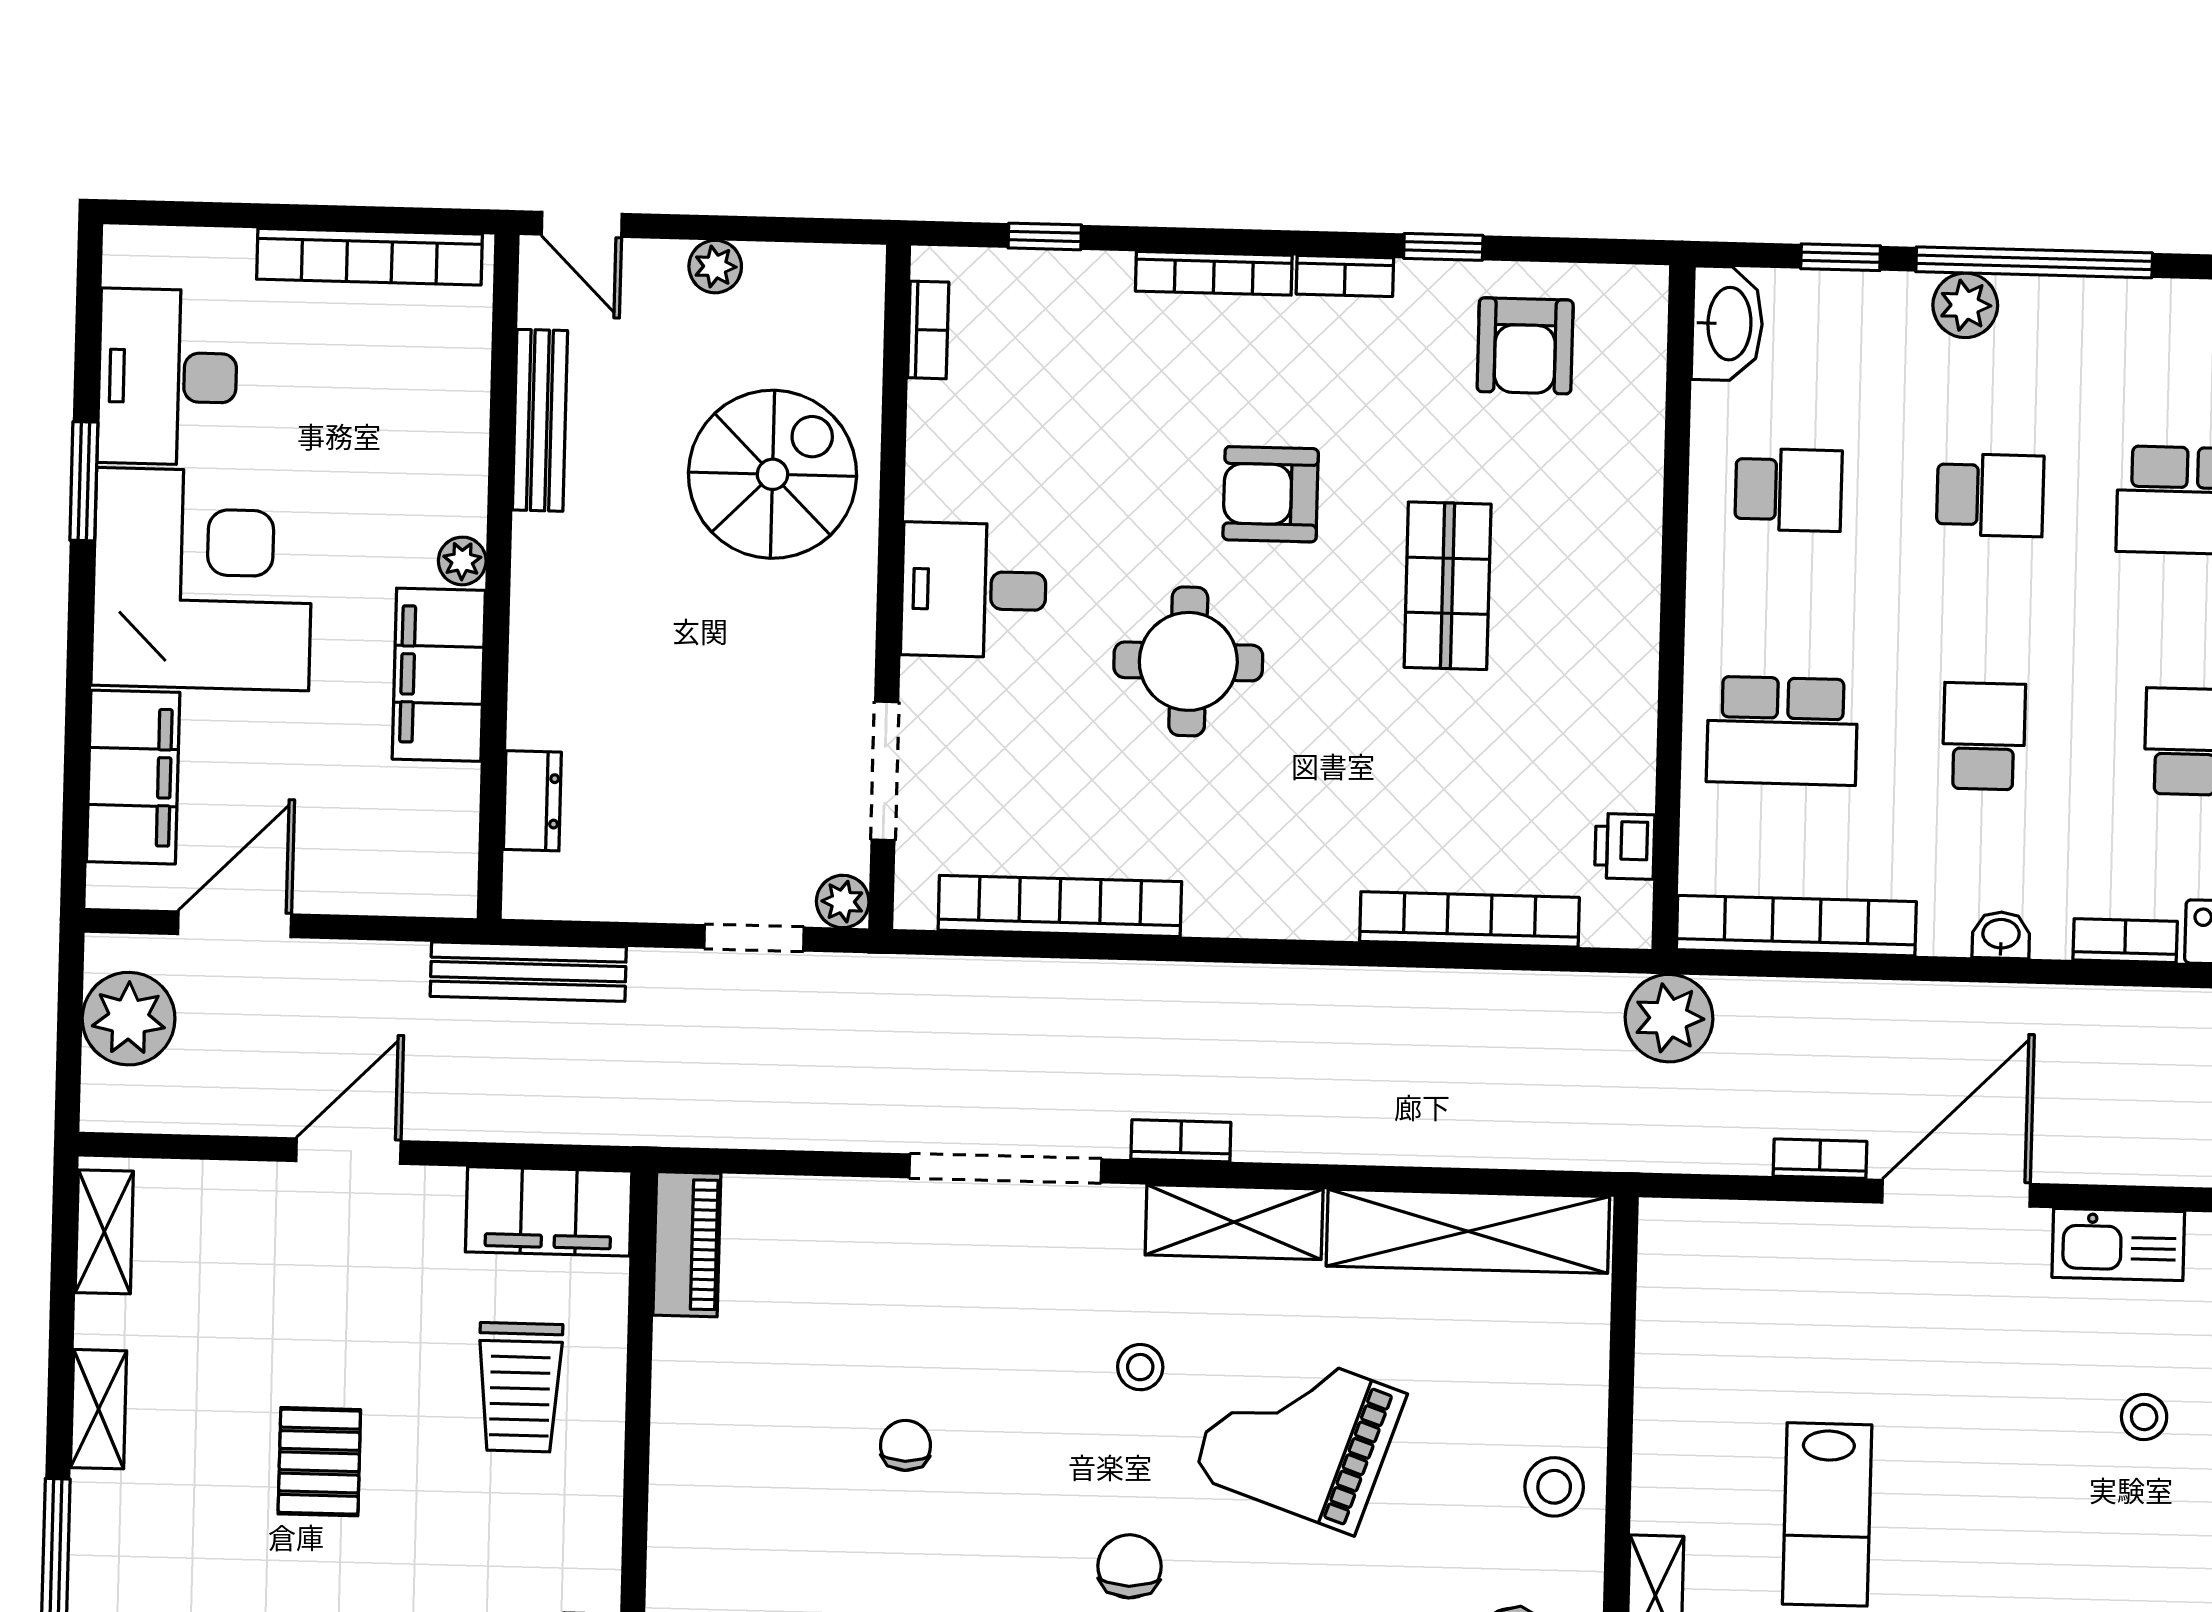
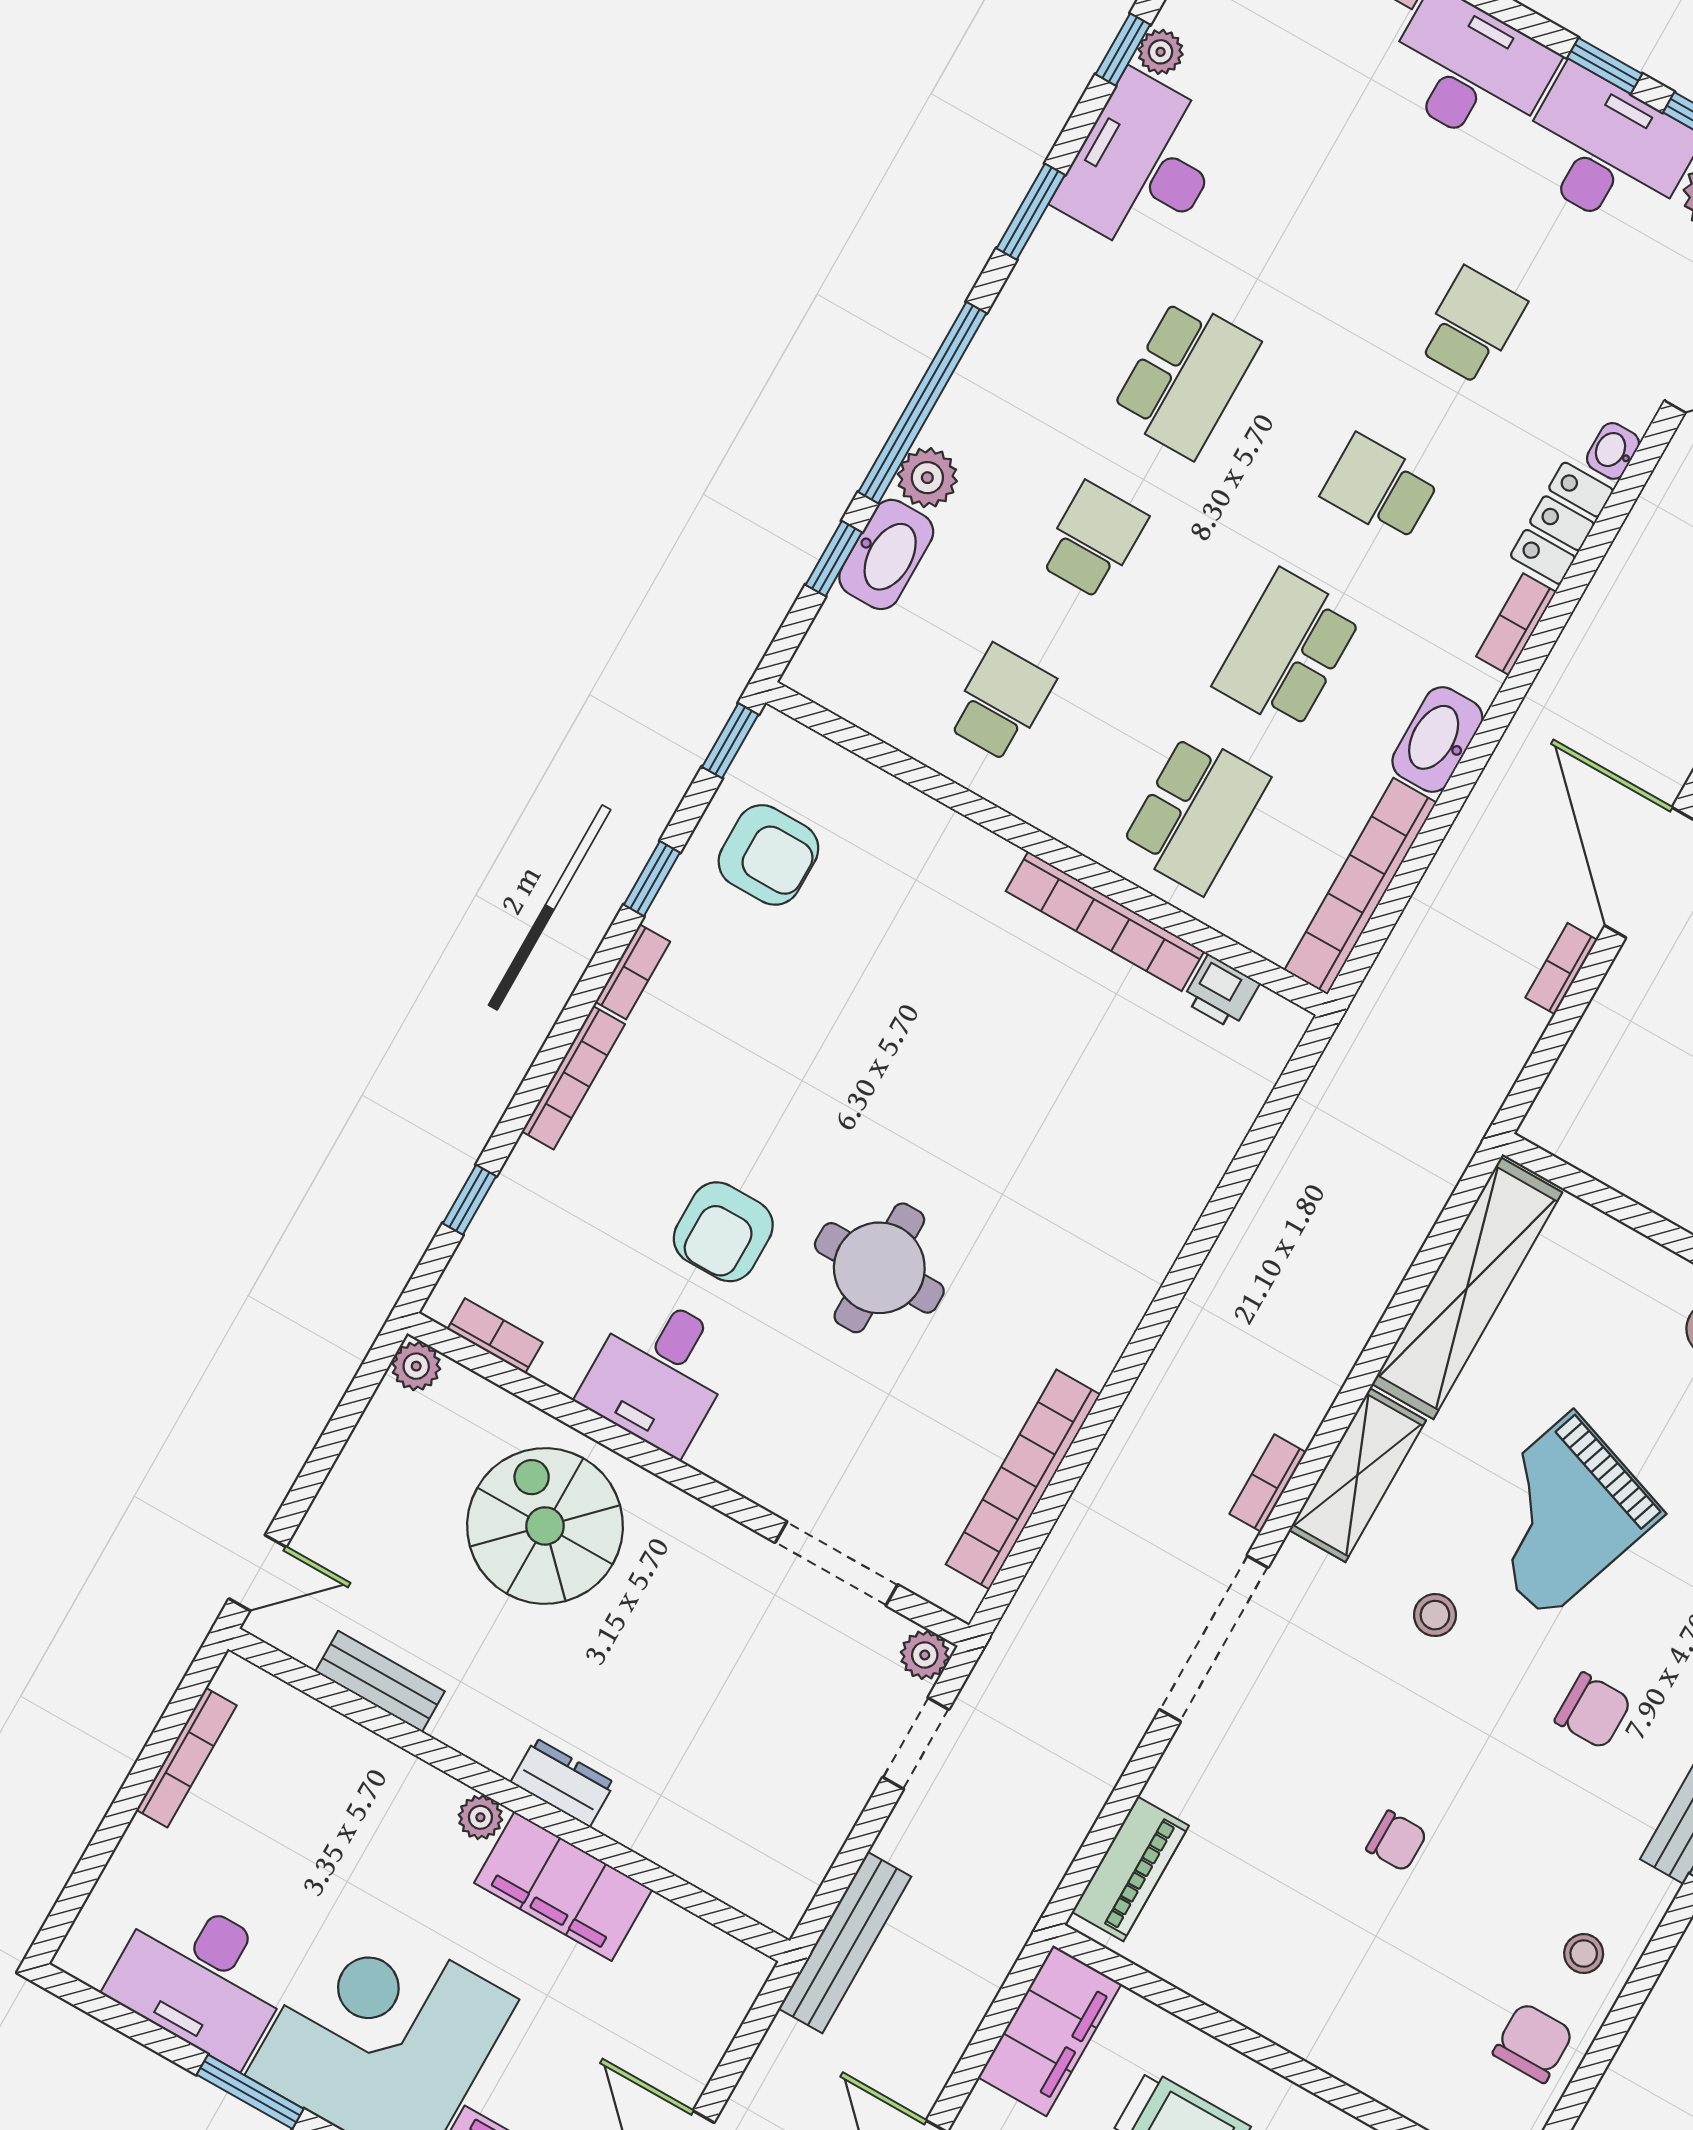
window: (1614, 251) -> (730, 741), added
bookcase: (369, 257) -> (186, 1758), width x0.68, depth x0.76
plant: (715, 267) -> (416, 1366), moved
washbasin: (1727, 324) -> (886, 554), moved, turned 90
bench: (540, 420) -> (380, 1681), width x0.73
armchair: (1271, 494) -> (723, 1232), moved
shop shelf: (1448, 586) -> (931, 1023), removed
desk: (974, 590) -> (659, 1373), moved
school desk: (1984, 736) -> (1288, 650), width x1.85
dresser: (532, 801) -> (563, 1782), moved
bookcase: (1469, 919) -> (1105, 921), moved, turned -90
washbasin: (2001, 935) -> (1437, 739), width x1.91, depth x1.45
plant: (1669, 1018) -> (1381, 1031), removed
piano: (687, 1244) -> (1130, 1869), moved, turned 90
chair: (906, 1445) -> (1397, 1841), turned 180
chair: (1129, 1566) -> (1593, 1711), turned 180

